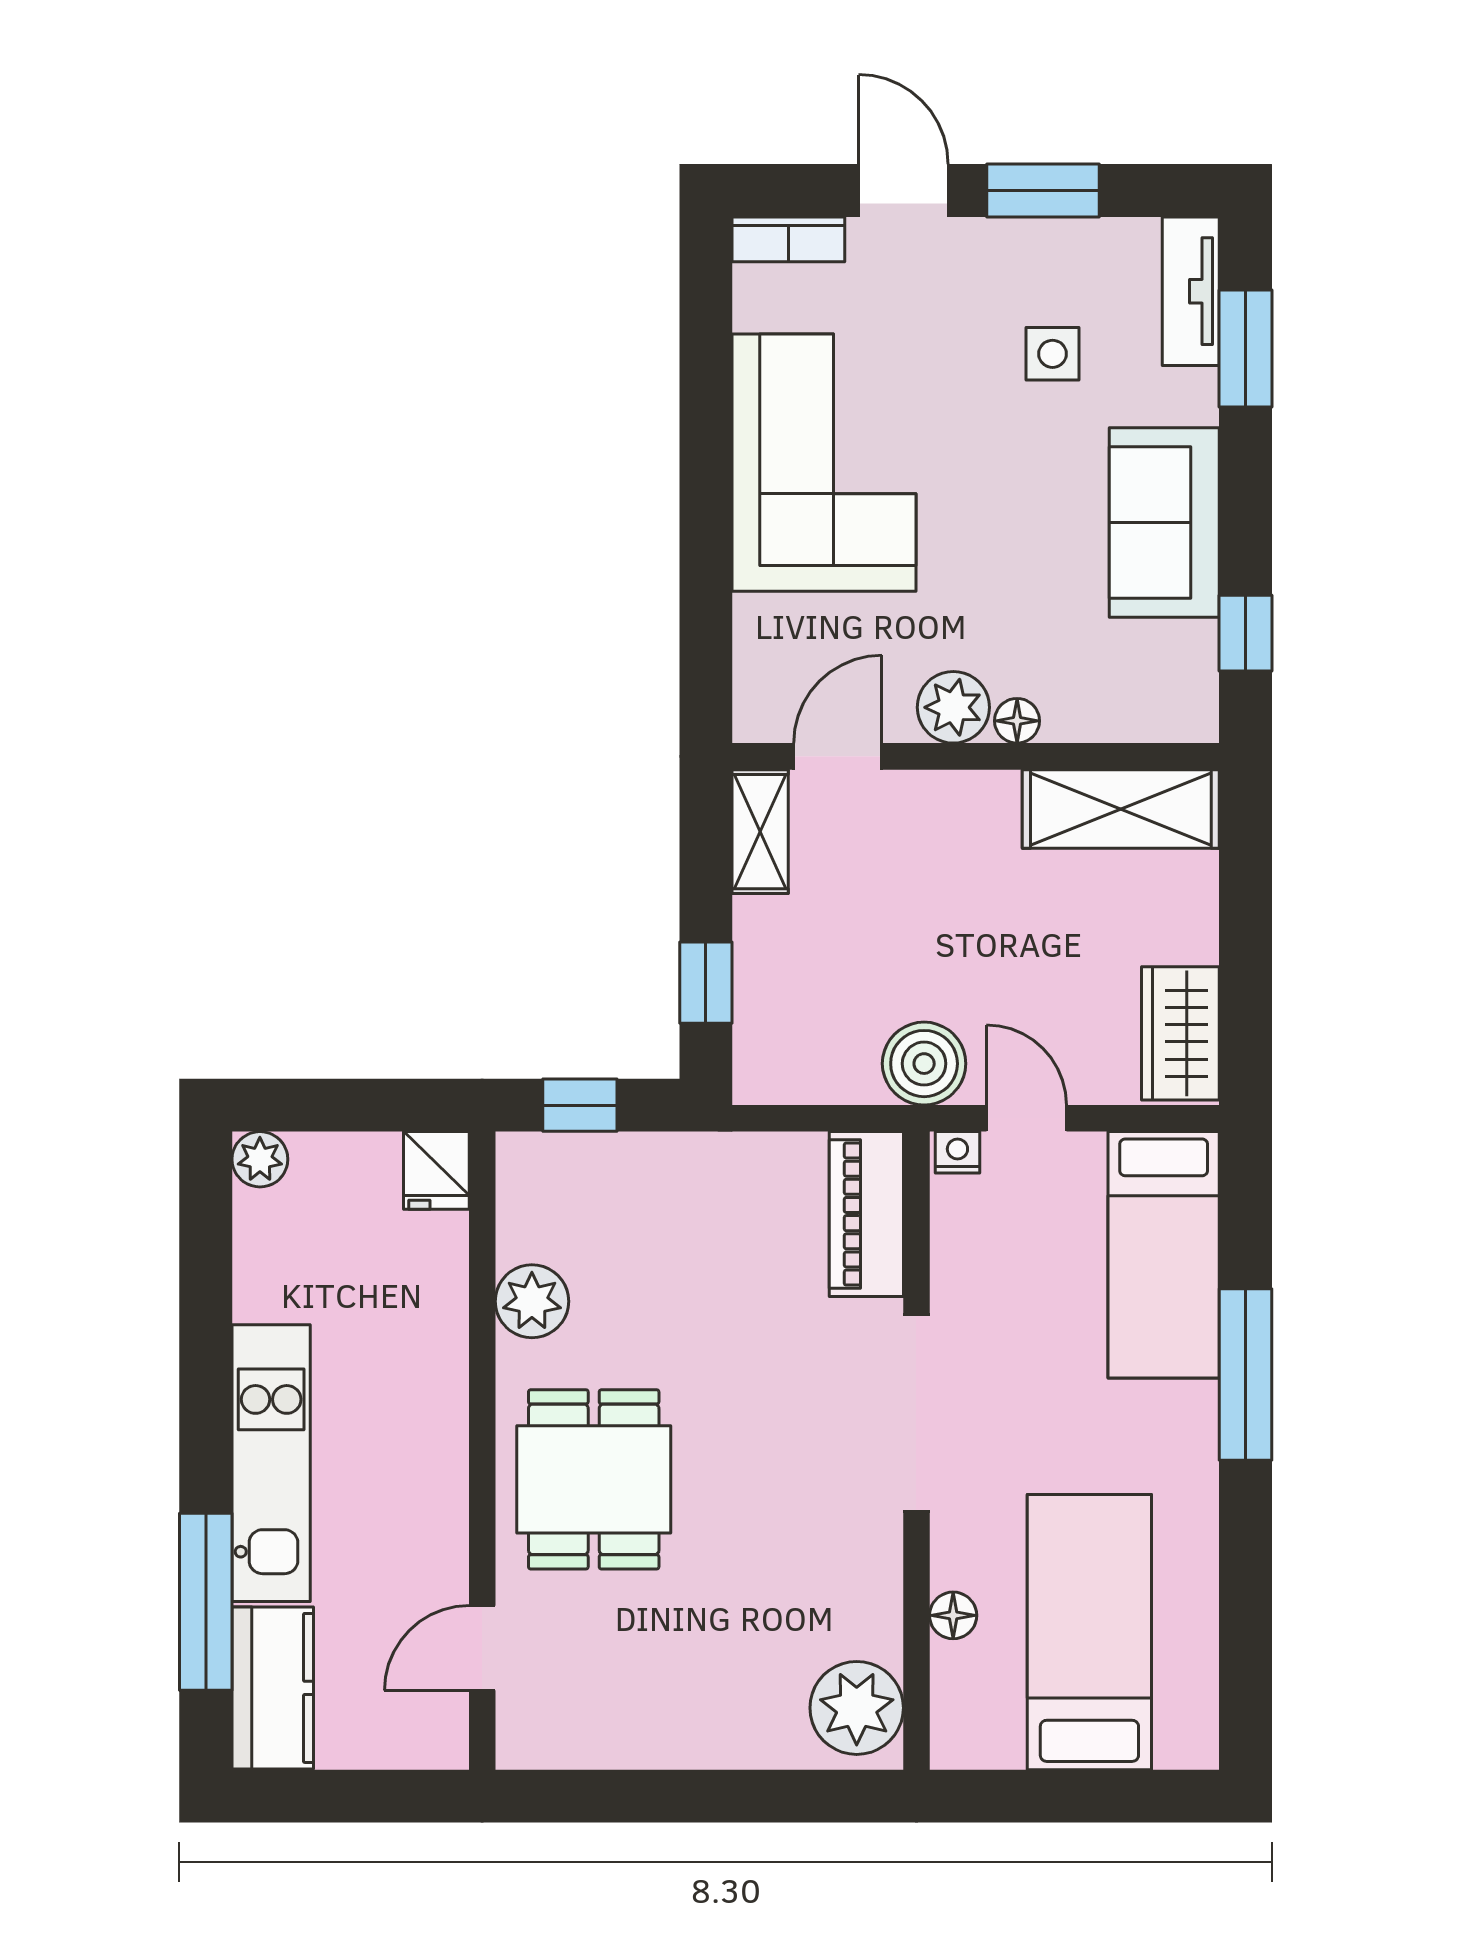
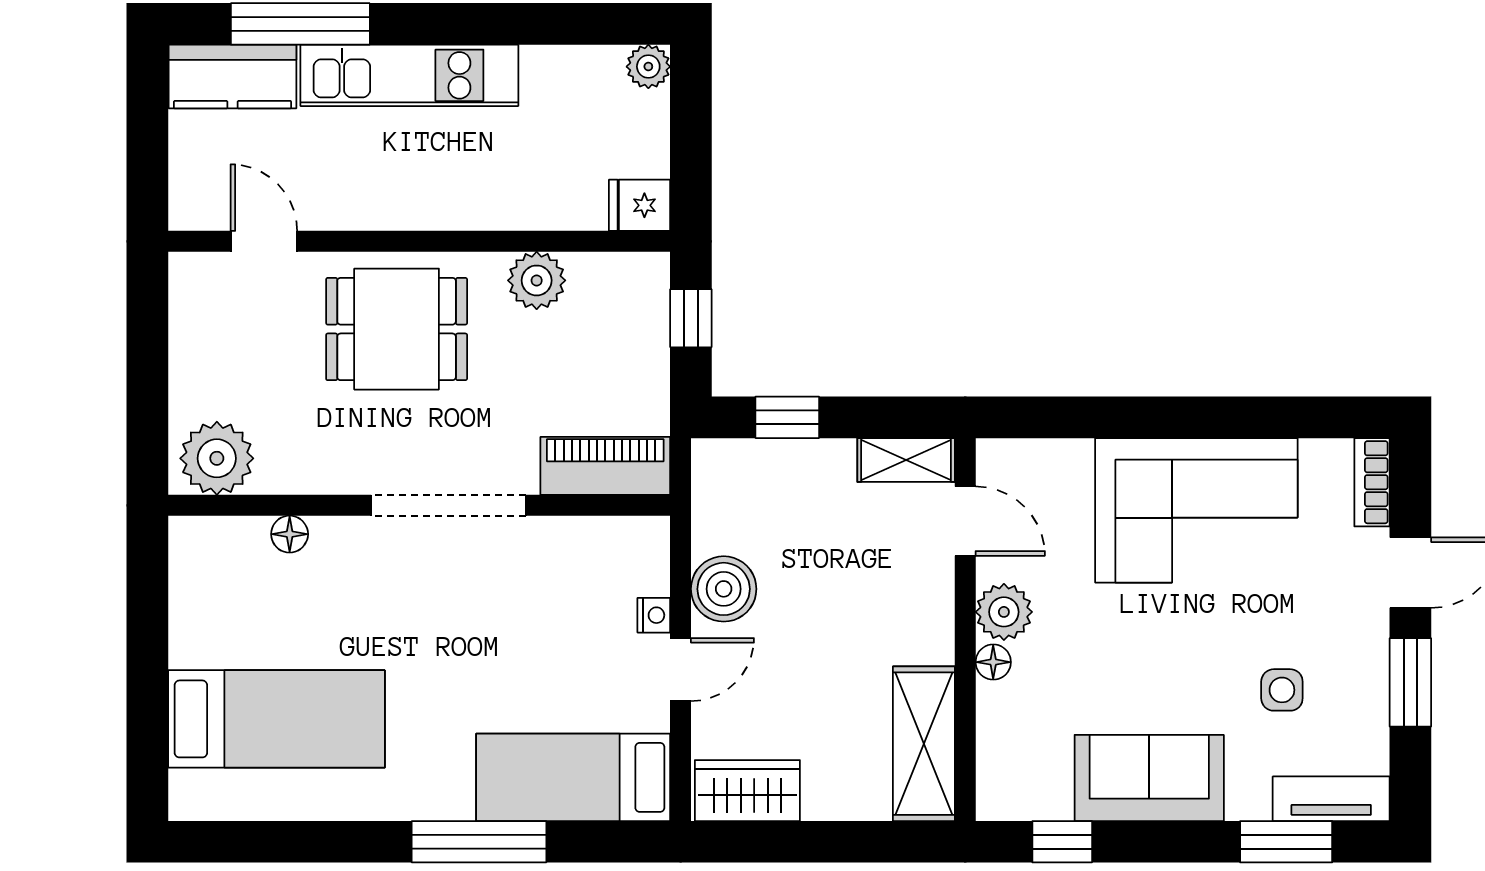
piano: (866, 1214) -> (605, 466), moved
doorway: (916, 1413) -> (449, 505), moved
wall: (916, 1451) -> (419, 505), moved
floor lamp: (953, 1615) -> (290, 534), moved
plant: (857, 1708) -> (217, 458), moved

